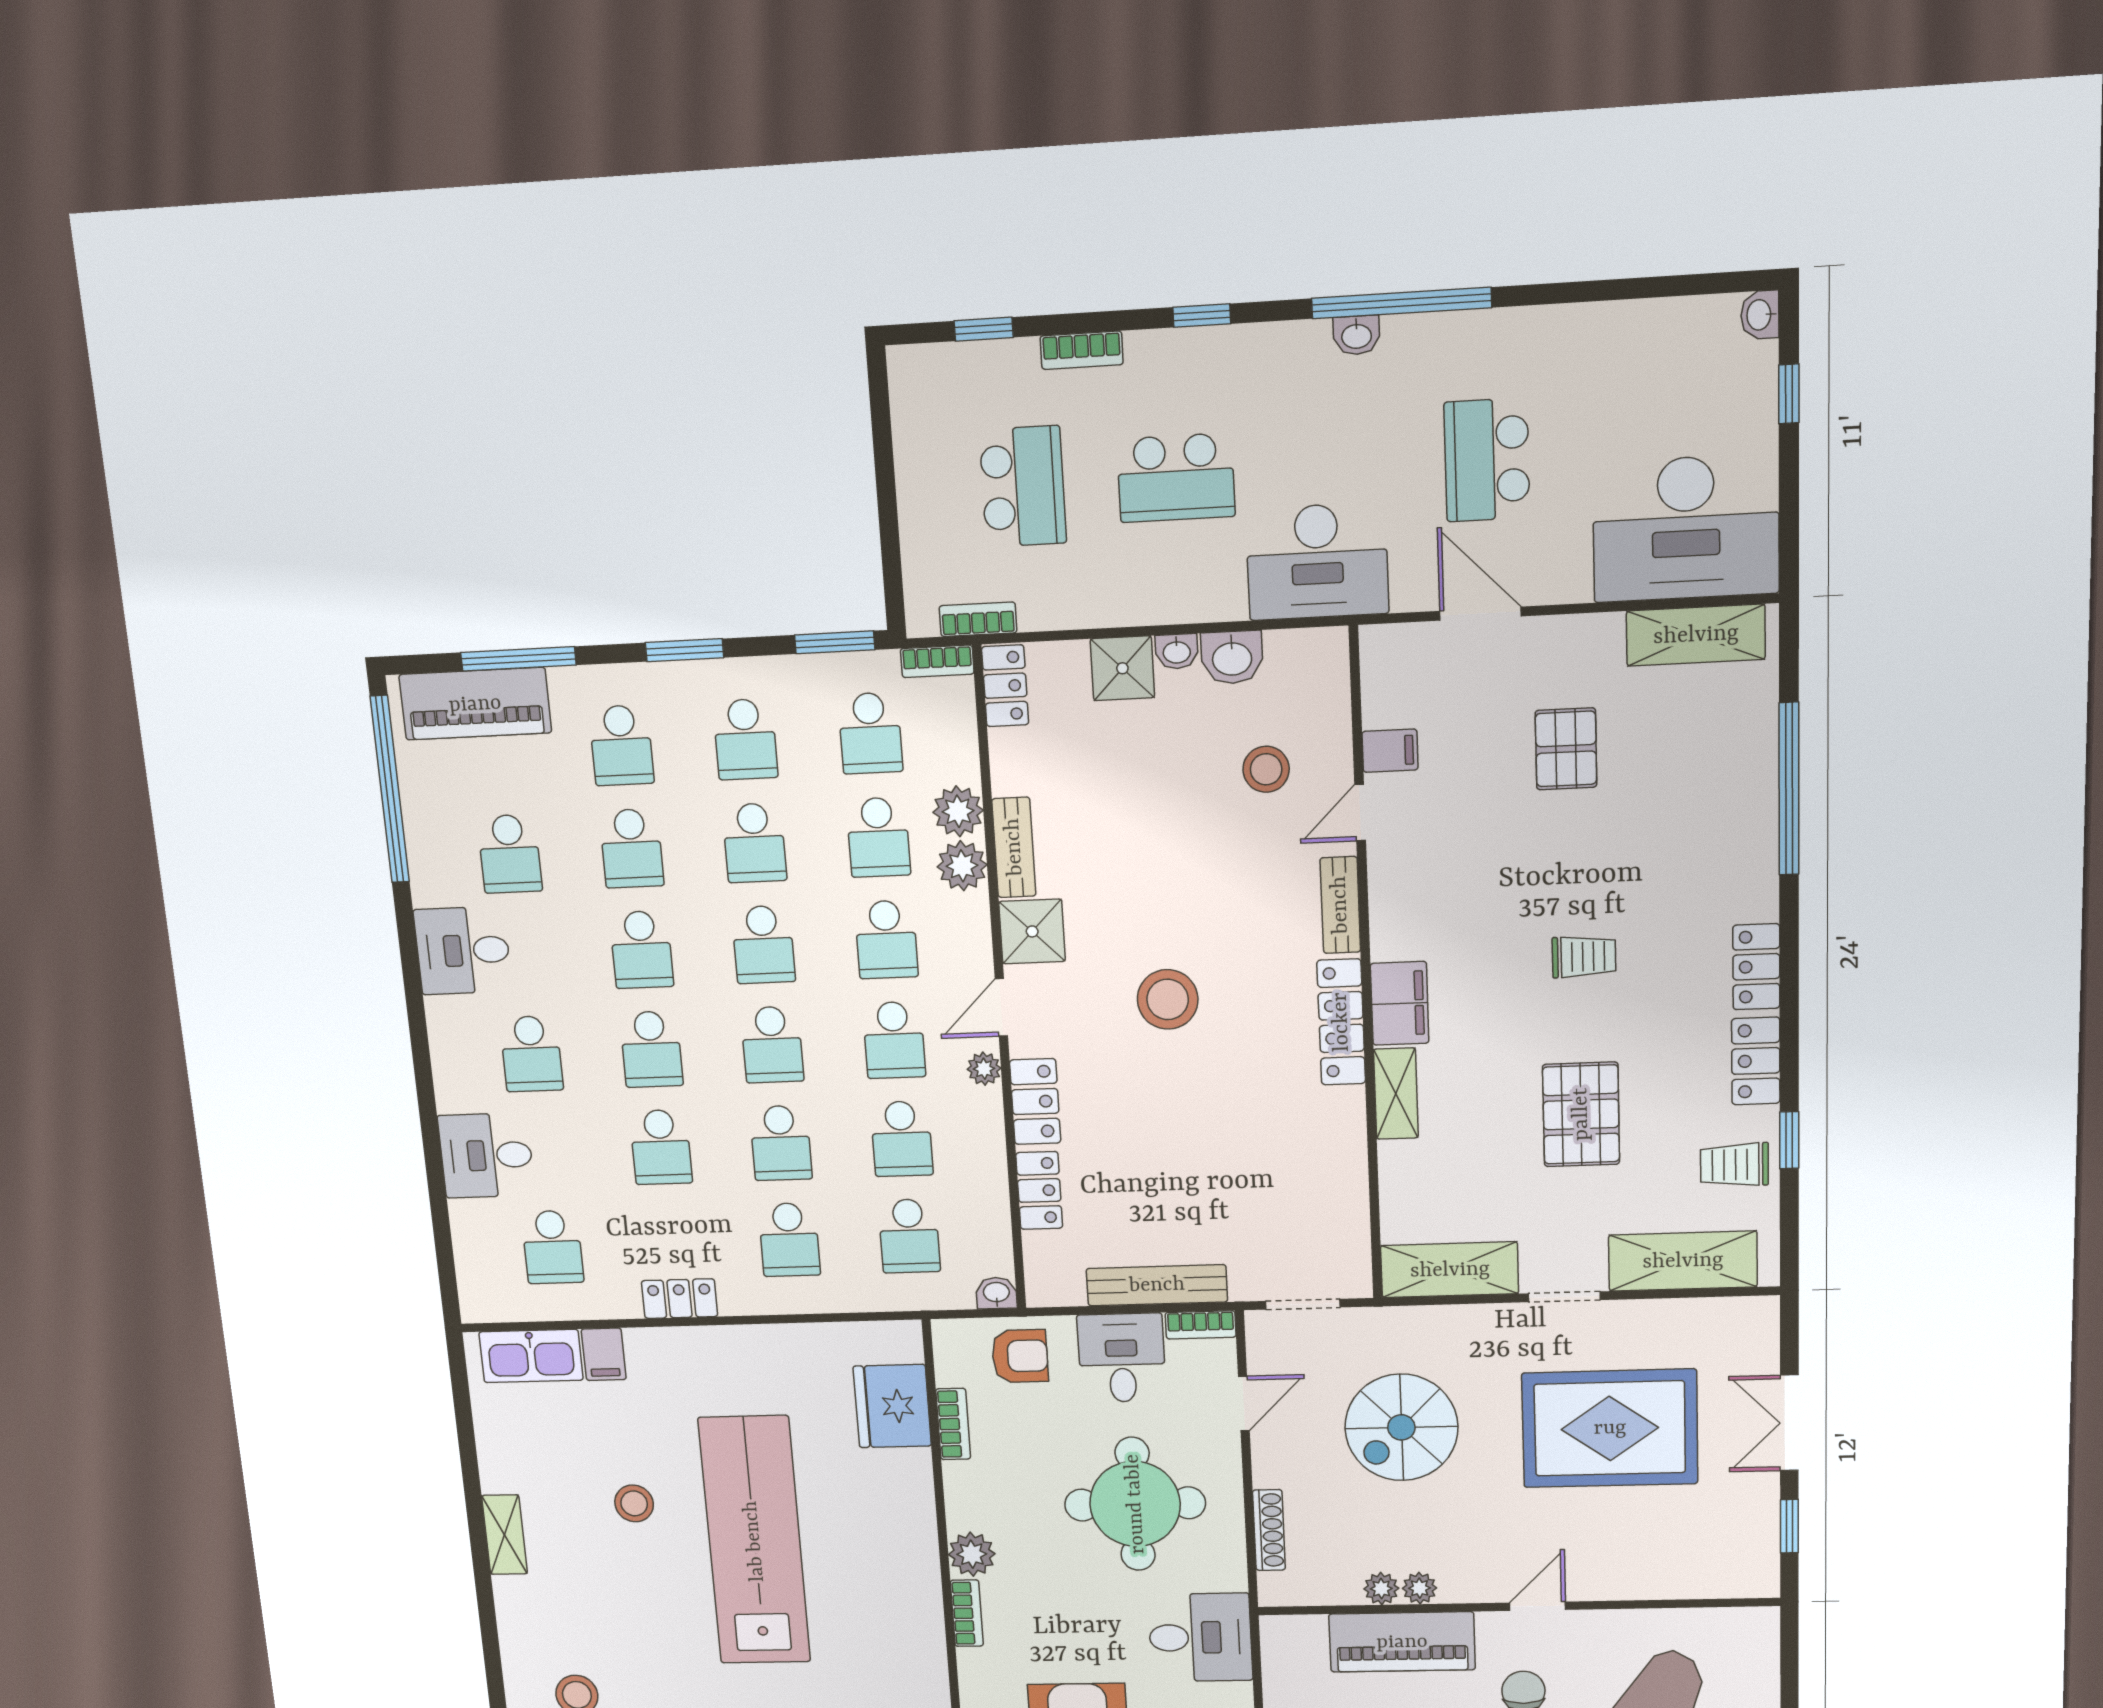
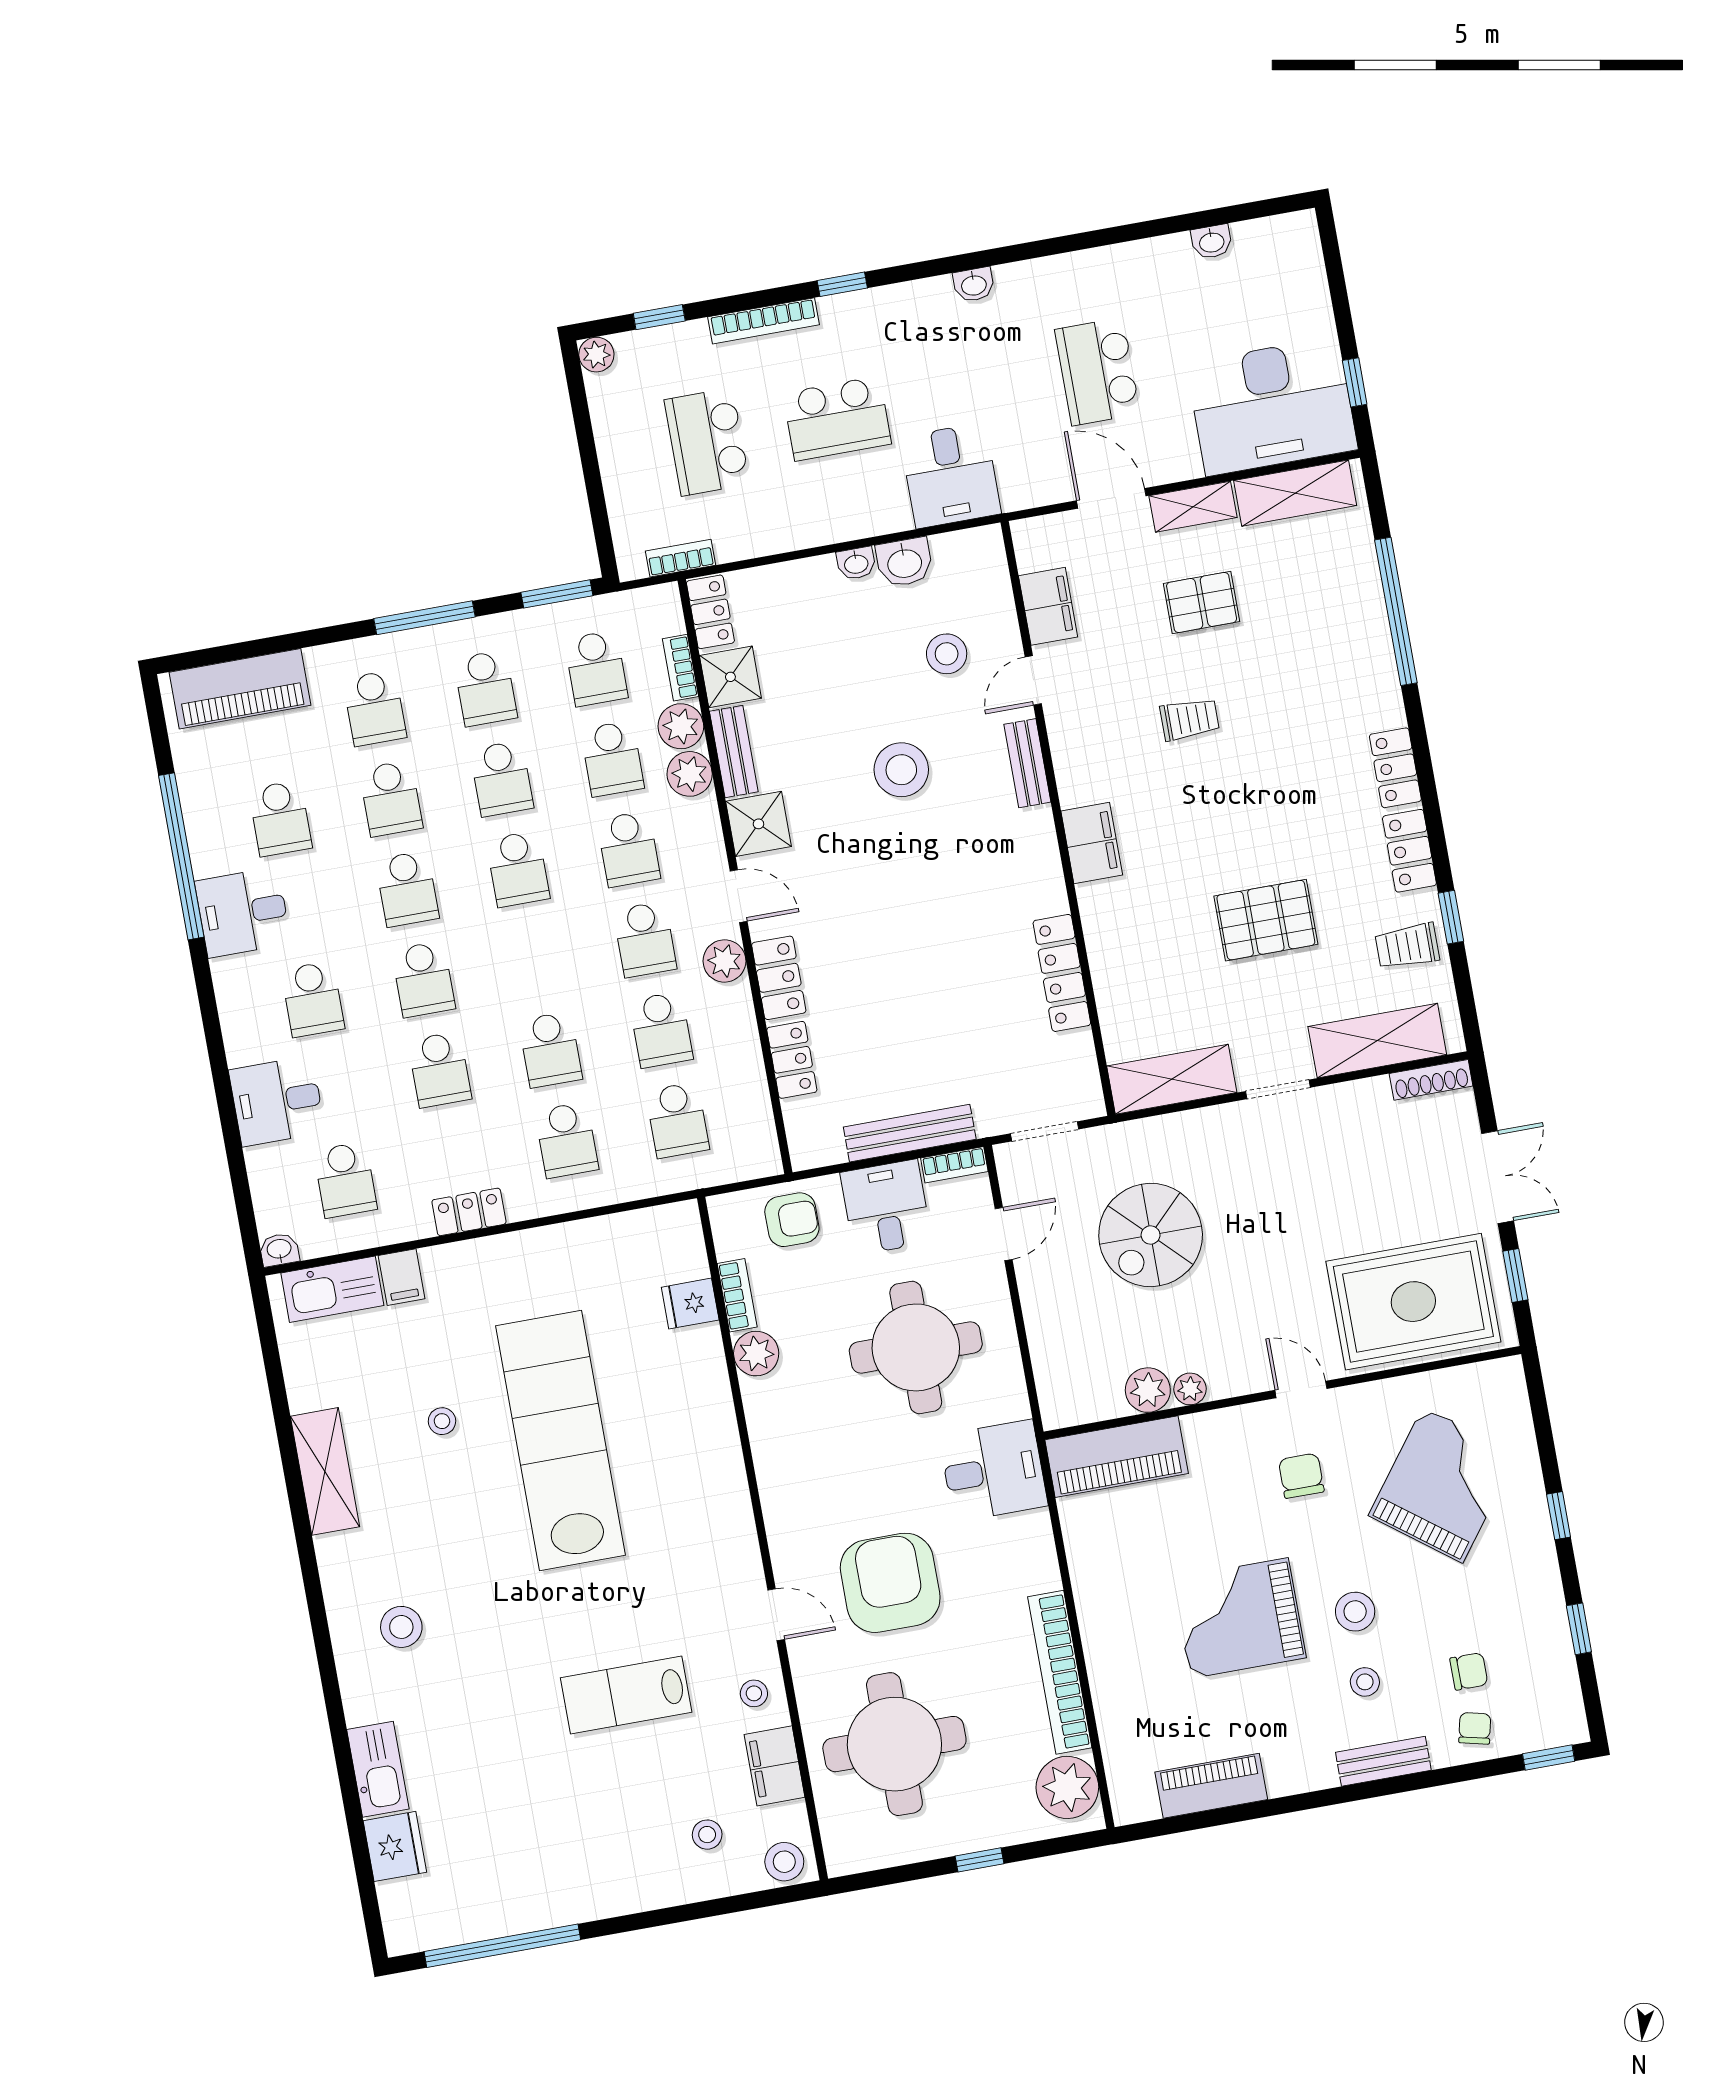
window: (1401, 303) -> (1007, 254), removed
washbasin: (1760, 315) -> (1212, 242), moved, turned -90
bookcase: (1082, 350) -> (764, 321), width x1.56
plant: (907, 365) -> (596, 355), added
window: (1789, 394) -> (1355, 382), moved
school desk: (1023, 486) -> (707, 442), turned 180
desk: (1317, 561) -> (951, 475), width x0.73
window: (685, 650) -> (425, 618), width x1.44
window: (518, 659) -> (276, 644), removed
bookcase: (937, 661) -> (680, 668), moved, turned 90
shower: (1122, 668) -> (730, 677), moved
pallet: (1566, 749) -> (1202, 602), turned 90
filing cabinet: (1390, 751) -> (1048, 606), width x2.00
window: (390, 789) -> (181, 856), moved
trolley: (1584, 957) -> (1190, 719), moved
stool: (1168, 999) -> (901, 770), moved
door: (1001, 1007) -> (739, 896), swing flipped
locker: (1341, 1022) -> (1062, 973), moved
school desk: (772, 1045) -> (534, 959), removed
plant: (984, 1069) -> (724, 961), width x1.38, depth x1.38
shelving: (1396, 1094) -> (1193, 507), moved, turned 90
pallet: (1581, 1114) -> (1266, 920), turned 90
washbasin: (996, 1293) -> (279, 1250), moved
fridge: (892, 1406) -> (690, 1304), width x0.53, depth x0.75
double door: (1789, 1423) -> (1498, 1177), swing flipped
rug: (1610, 1428) -> (1413, 1302), moved
stool: (634, 1503) -> (442, 1421), width x0.73, depth x0.73
shoe rack: (1269, 1530) -> (1431, 1080), moved, turned 90
shelving: (505, 1535) -> (325, 1471), width x1.50, depth x1.33
plant: (972, 1554) -> (756, 1354), moved
plant: (1381, 1589) -> (1148, 1390), width x1.38, depth x1.38
door: (1538, 1606) -> (1301, 1389), hinge flipped
bookcase: (967, 1613) -> (770, 1482), removed
piano: (1402, 1642) -> (1117, 1457), moved

